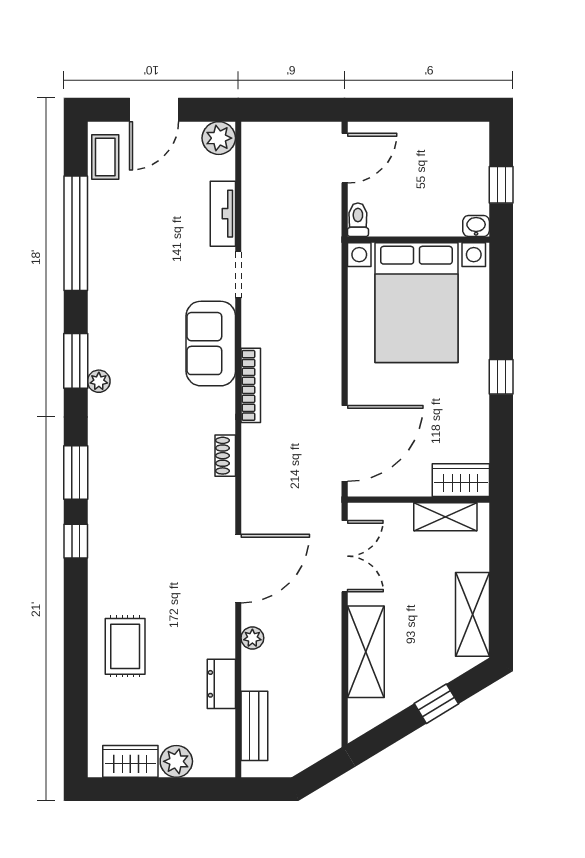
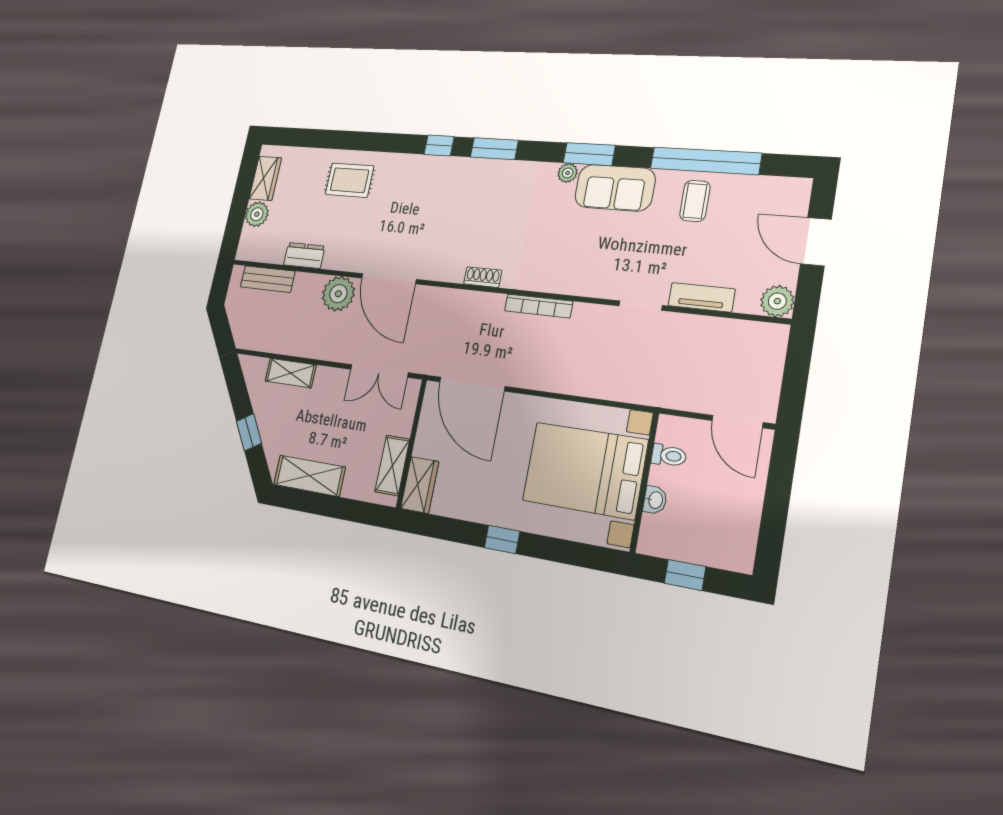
coffee table: (105, 157) -> (695, 201), moved, turned 90
toilet: (358, 220) -> (669, 456), moved
washbasin: (476, 226) -> (655, 500), moved
sofa: (211, 344) -> (615, 188), moved, turned 180
plant: (252, 638) -> (338, 294), width x1.87, depth x1.87
shelving: (366, 652) -> (291, 373), width x0.67, depth x0.75

